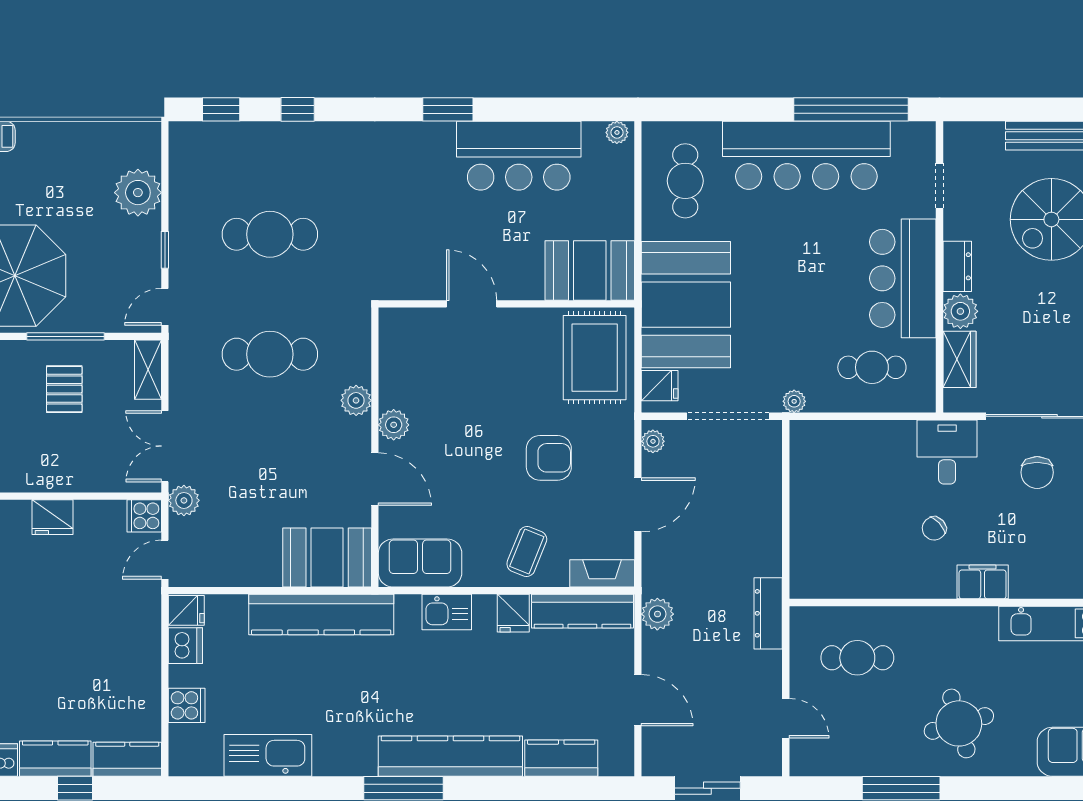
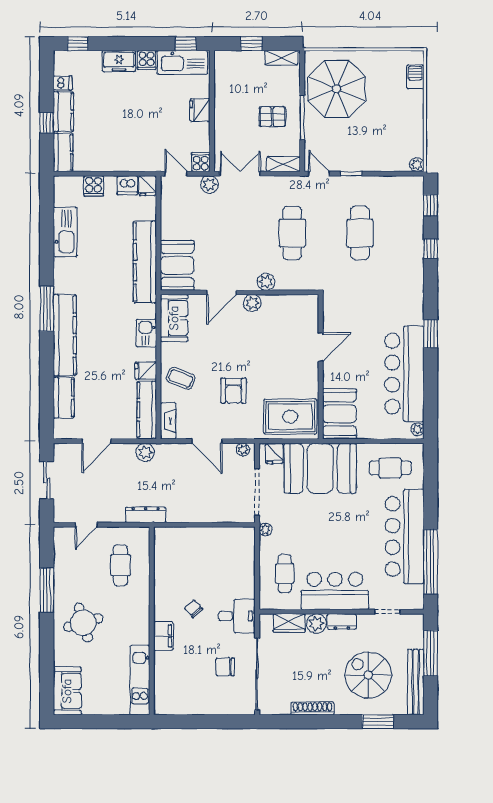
window: (1013, 109) -> (431, 653), added
bar counter: (519, 156) -> (404, 374), width x1.36
plant: (138, 193) -> (417, 165), moved, width x0.53, depth x0.53

